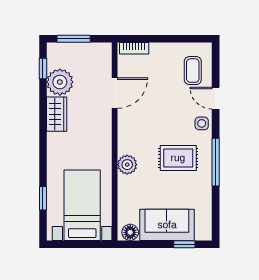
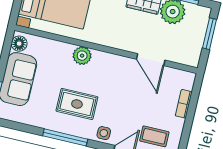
bookcase: (134, 48) -> (184, 104), moved
rug: (178, 158) -> (77, 104), turned 90

